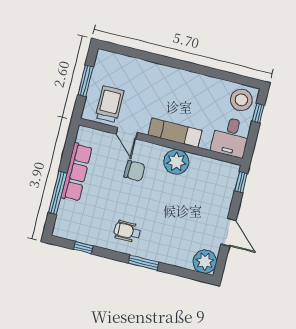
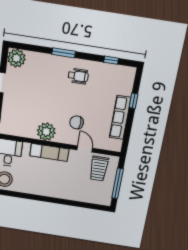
window: (86, 81) -> (118, 183), width x1.44
window: (58, 193) -> (134, 101), width x0.46

